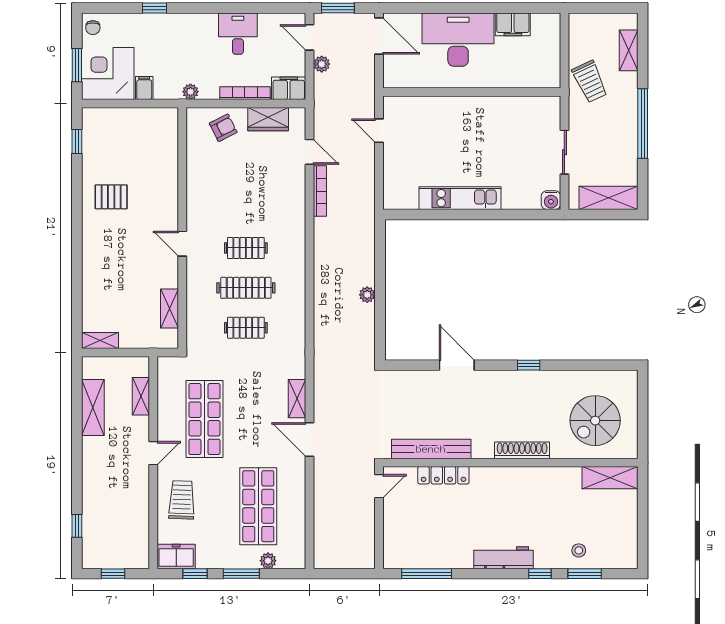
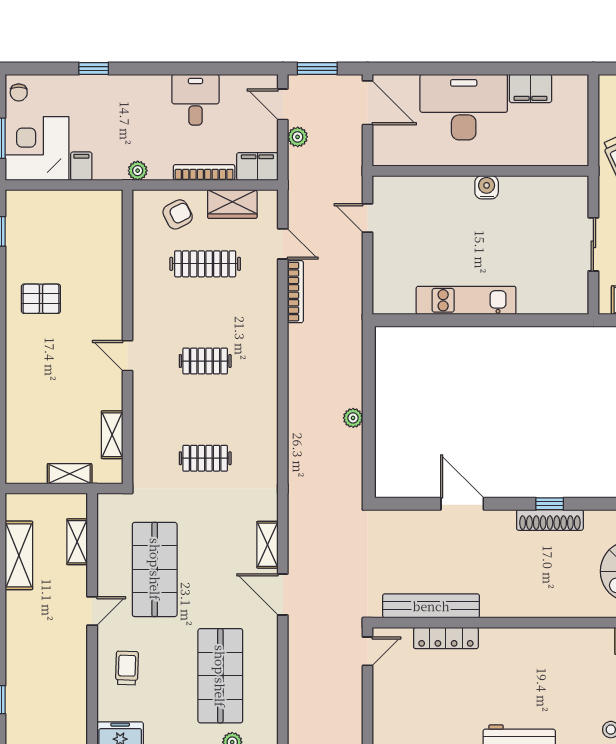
water cooler: (551, 200) -> (487, 187), moved, turned 180
clothes rail: (246, 288) -> (205, 264), moved
shelving: (100, 340) -> (70, 474), moved
shoe rack: (522, 450) -> (550, 520), moved, turned 180
trolley: (182, 500) -> (127, 668), width x0.73, depth x0.72

